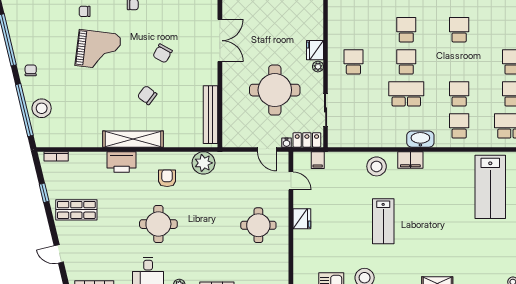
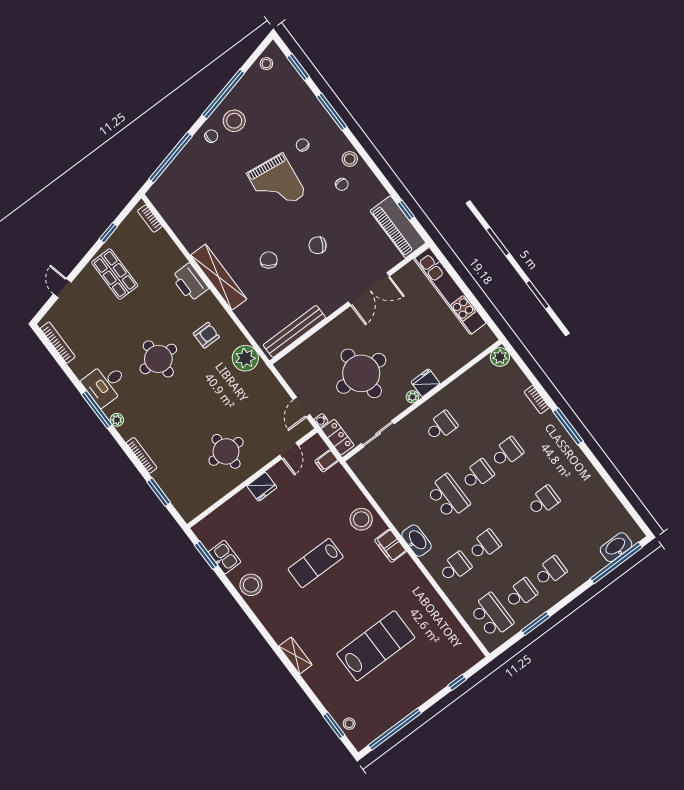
stool: (42, 108) -> (234, 121), moved
lab bench: (490, 187) -> (376, 646), moved, turned 180

